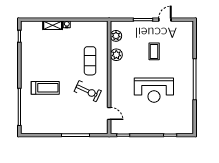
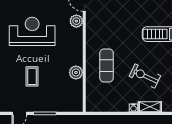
plant: (116, 36) -> (76, 21), moved
exercise bike: (88, 91) -> (145, 76), moved

